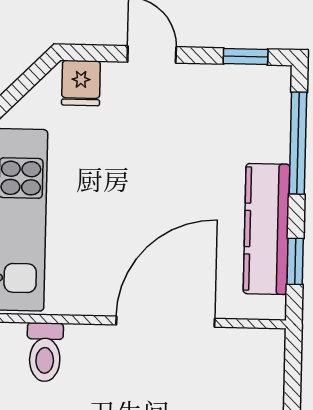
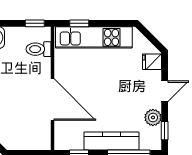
plant: (214, 84) -> (153, 117), added
kitchen counter: (266, 229) -> (111, 141), moved

